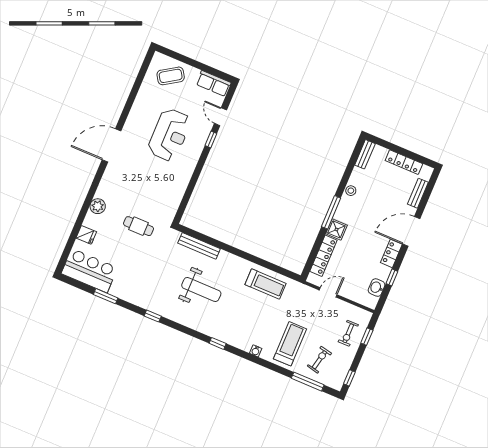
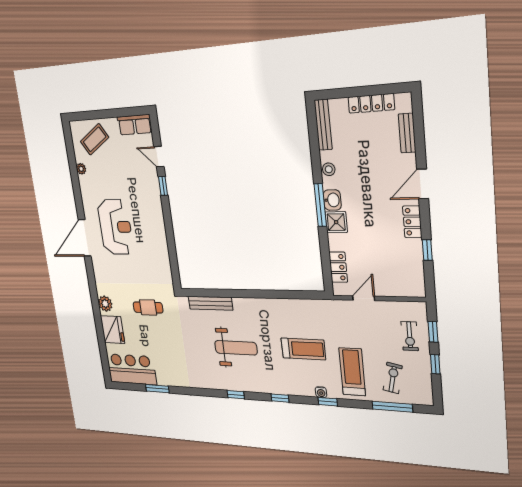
plant: (143, 91) -> (81, 169), added
reception desk: (169, 135) -> (116, 227), moved
bench: (365, 154) -> (323, 125), width x1.36
door: (411, 231) -> (423, 184), width x0.73
fridge: (86, 235) -> (113, 330), width x1.88, depth x1.34
locker: (323, 256) -> (338, 267), width x0.66
treadmill: (265, 284) -> (303, 349), moved
washbasin: (377, 288) -> (332, 200), moved, turned 180
window: (153, 316) -> (236, 395), moved
window: (257, 360) -> (328, 402), added
window: (349, 378) -> (435, 364), moved

